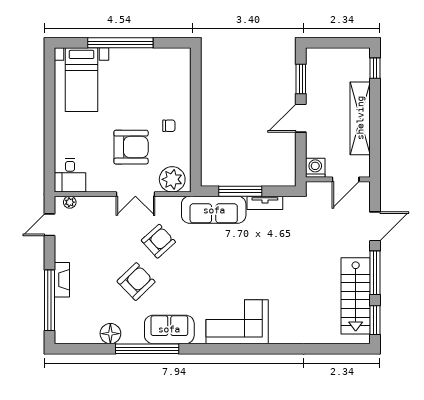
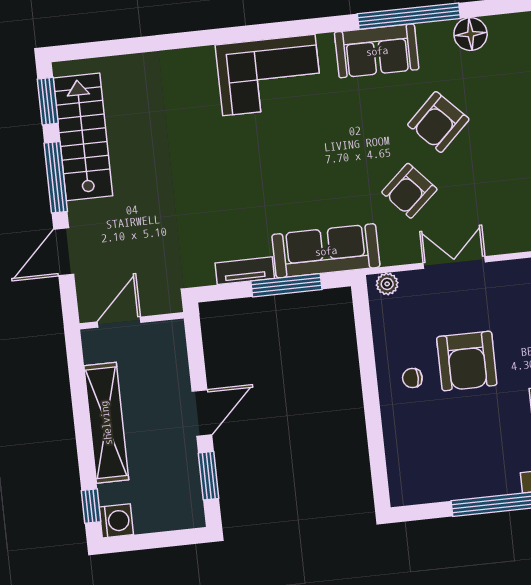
armchair: (131, 147) -> (467, 361), moved, turned -90
washing machine: (315, 168) -> (116, 521), moved, turned -90
plant: (172, 179) -> (387, 284), width x0.53, depth x0.53

